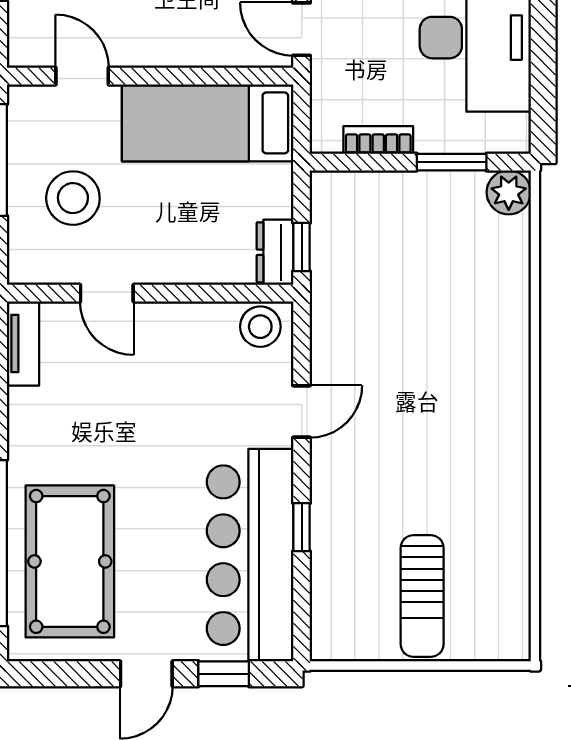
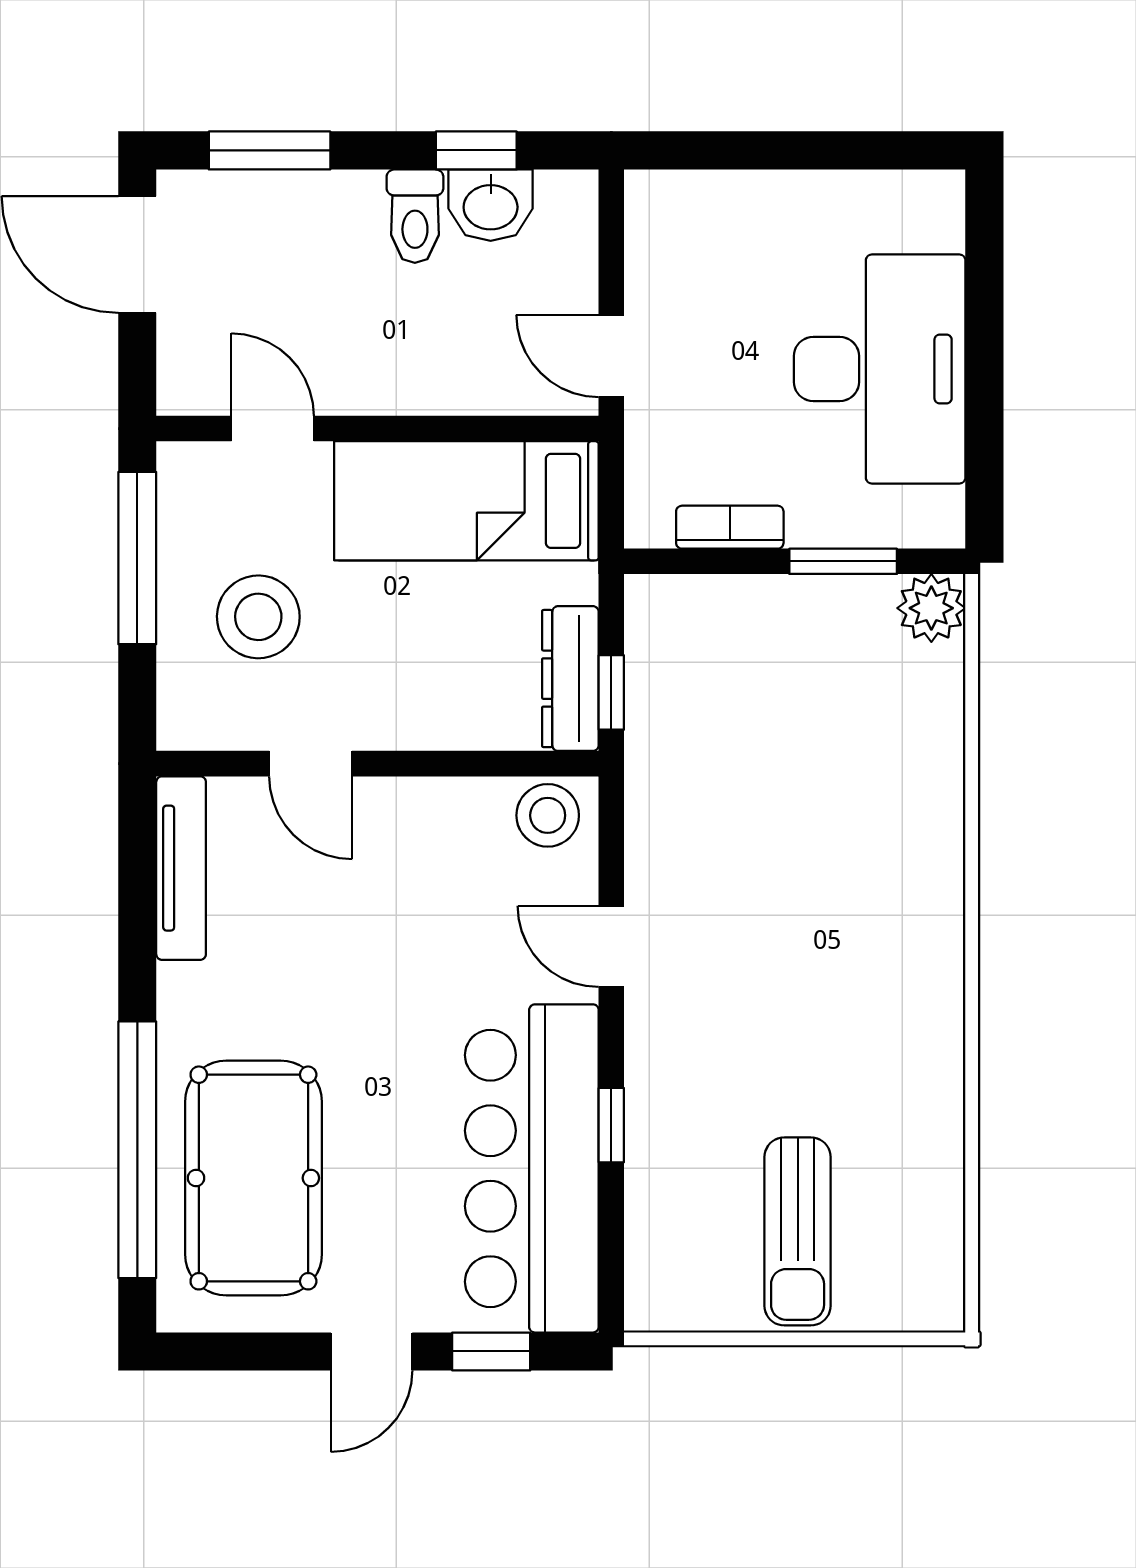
dresser: (275, 252) -> (570, 679), width x1.44
tv unit: (23, 343) -> (181, 868), width x1.41
door: (302, 412) -> (611, 946), swing flipped

